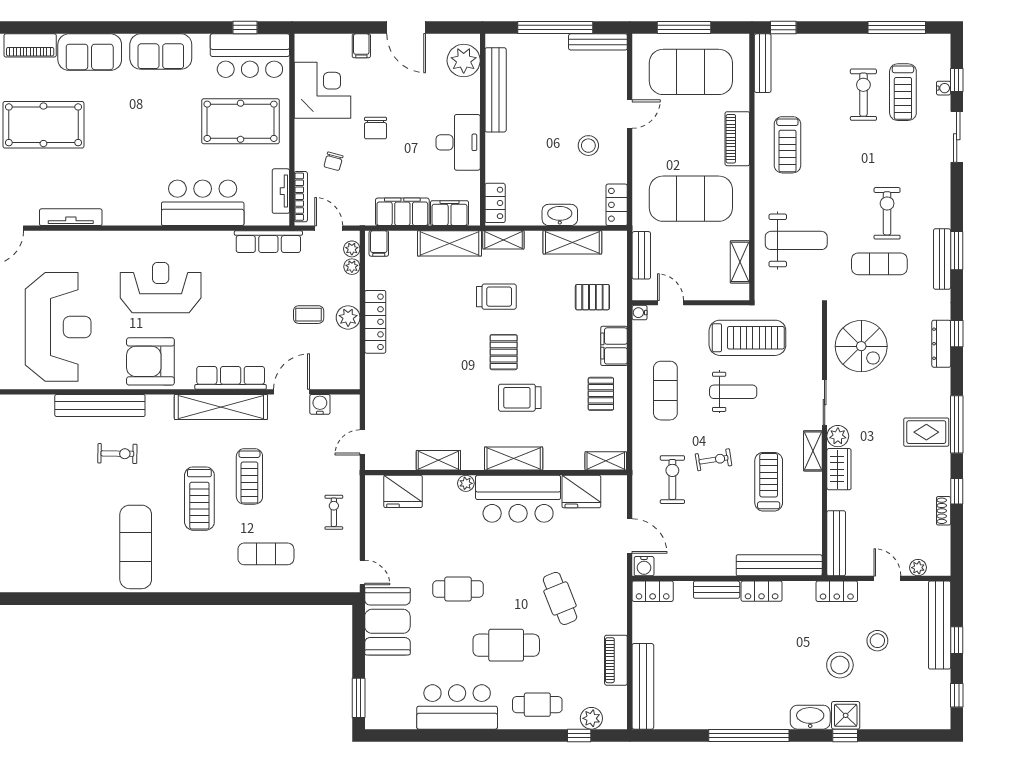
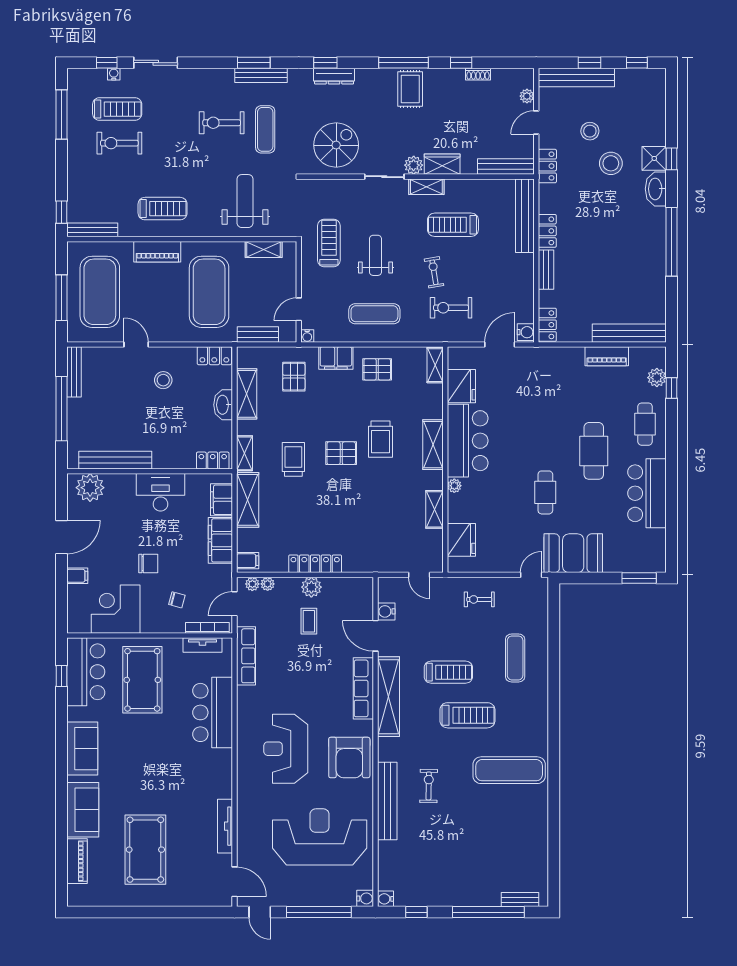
treadmill: (747, 338) -> (329, 243), width x0.73, depth x0.73
cafe table: (560, 598) -> (554, 405), removed

